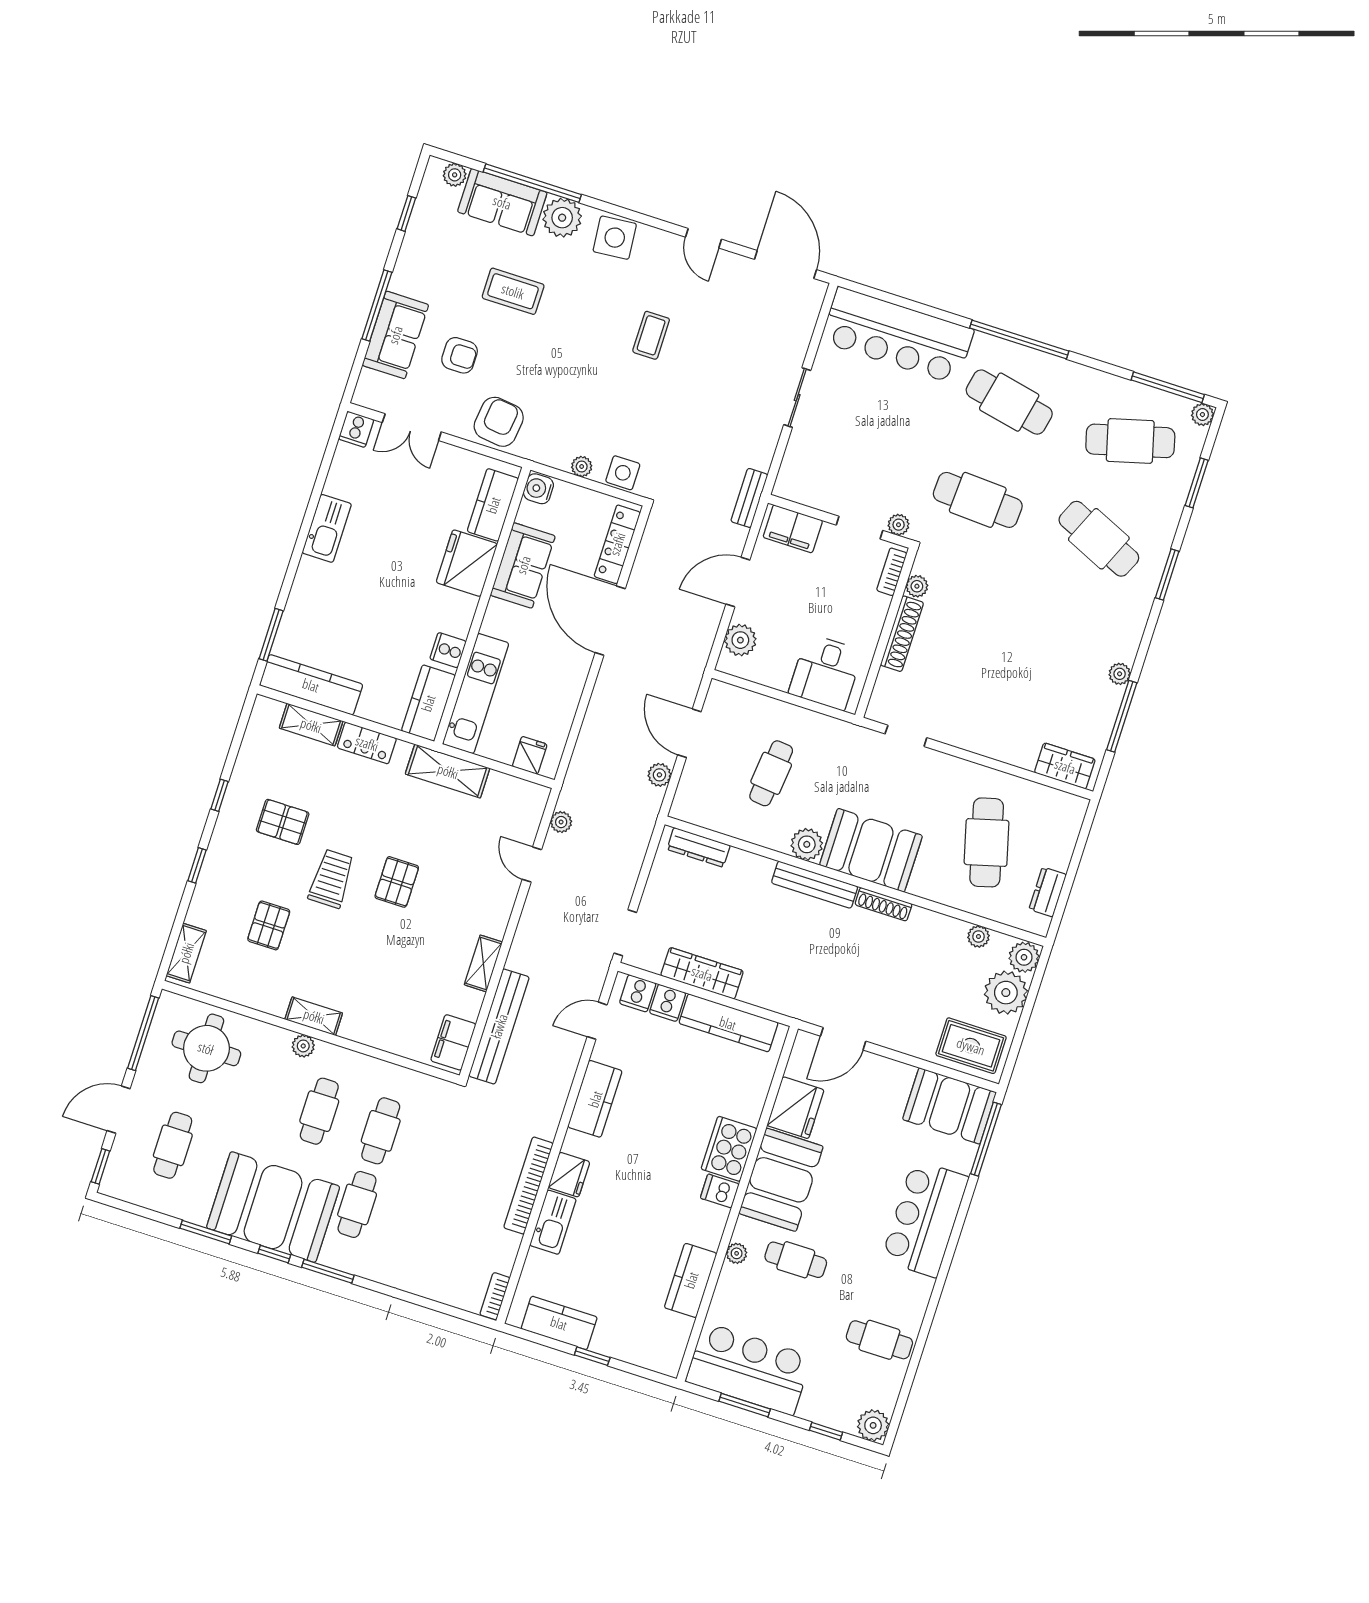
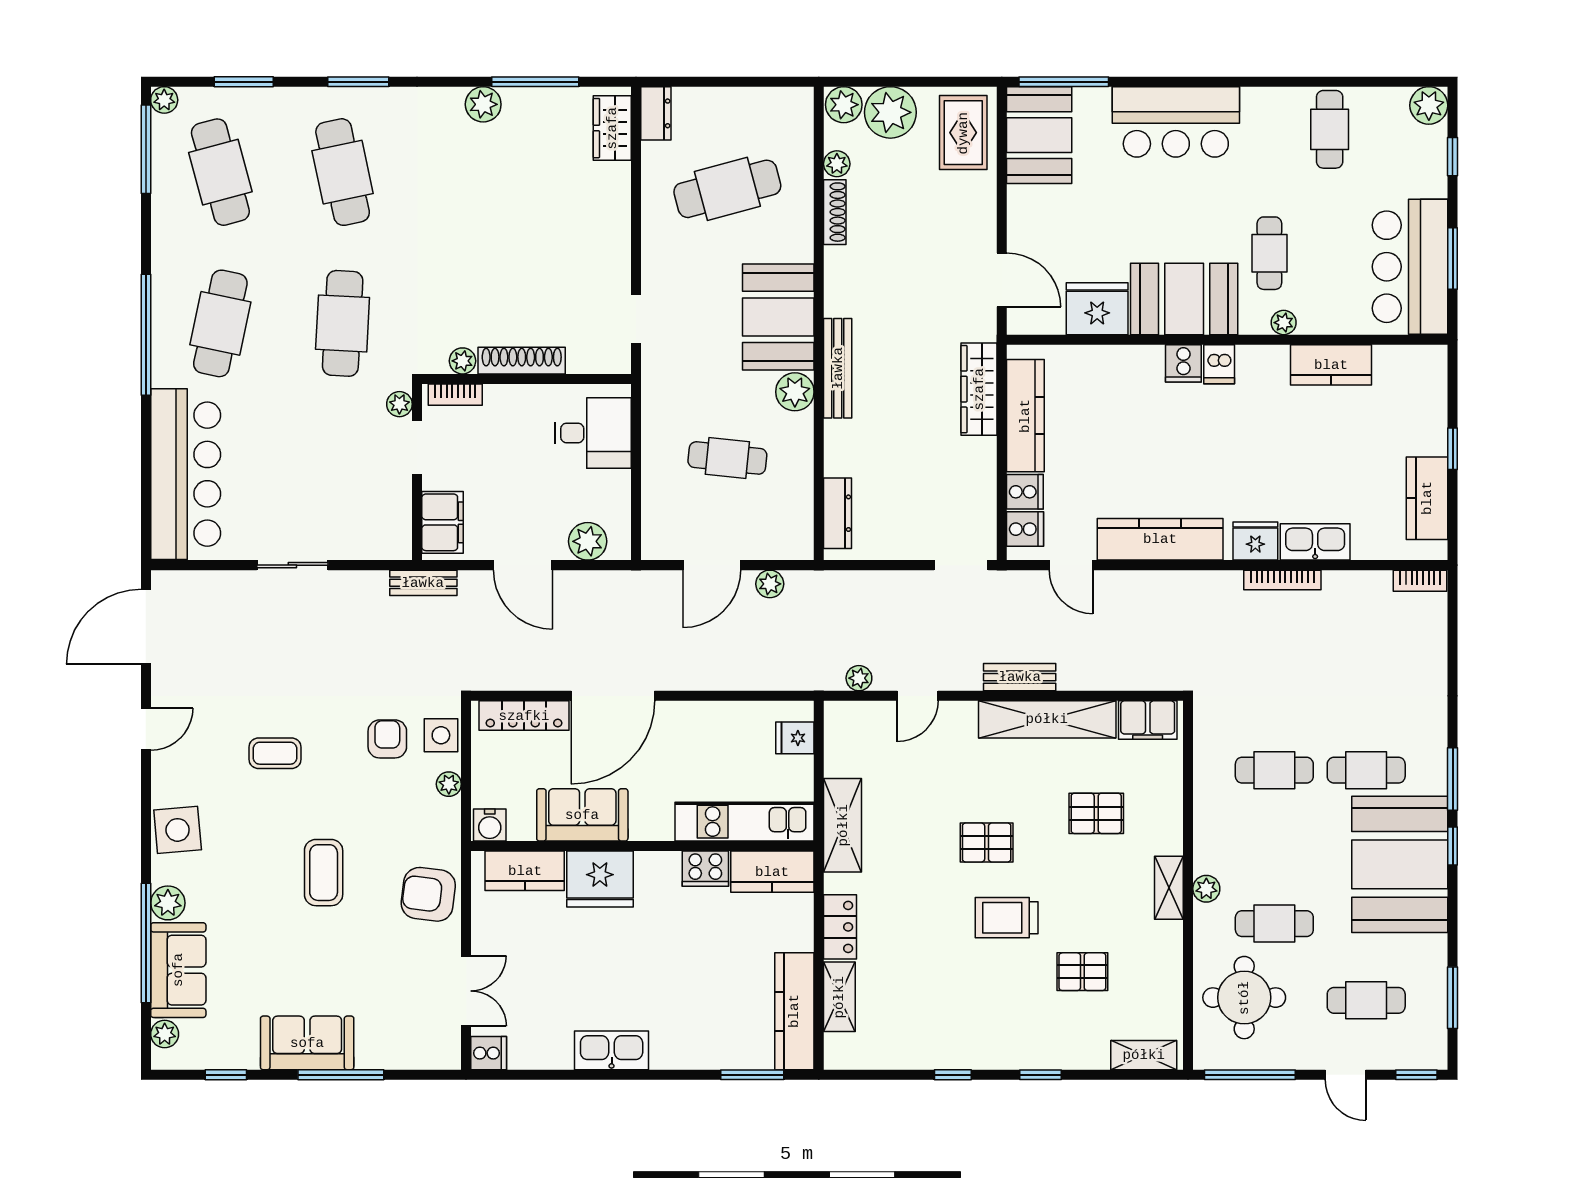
plant: (562, 218) -> (168, 903), width x0.73, depth x0.73
coffee table: (513, 291) -> (324, 873), moved
sofa: (395, 335) -> (307, 1043), moved
armchair: (460, 355) -> (387, 739), moved
cafe table: (1099, 539) -> (343, 172), turned -36
cooker: (448, 650) -> (705, 869), width x1.36
plant: (1120, 674) -> (483, 104), width x1.38, depth x1.38
pallet: (283, 822) -> (1096, 813), moved, turned 90
dresser: (1048, 892) -> (656, 113), moved, turned -90
shoe rack: (883, 904) -> (835, 212), moved
shelving: (483, 963) -> (1047, 719), width x2.20, depth x1.33
wardrobe: (702, 973) -> (979, 389), moved
bench: (499, 1026) -> (1020, 677), moved, width x0.54, depth x0.82
kitchen counter: (595, 1099) -> (1160, 539), width x1.50
door: (119, 1110) -> (1346, 1075), width x0.73
cafe table: (319, 1111) -> (1274, 924), moved
cooker: (729, 1149) -> (1183, 363), width x0.53, depth x0.76
bookcase: (528, 1185) -> (1282, 580), width x0.68, depth x0.76
window: (206, 1232) -> (1453, 998), moved

